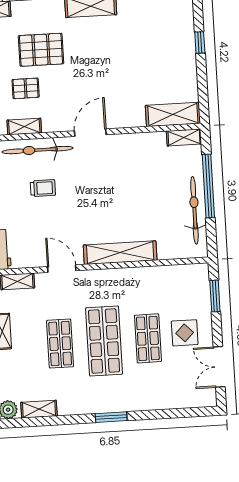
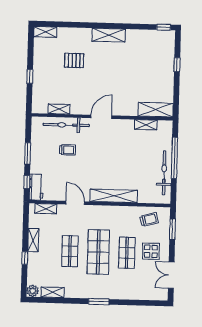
pallet: (41, 50) -> (74, 60), width x0.67, depth x0.71
pallet: (26, 88) -> (62, 85), removed
shelving: (184, 137) -> (146, 125), moved
trolley: (178, 284) -> (149, 219), added

